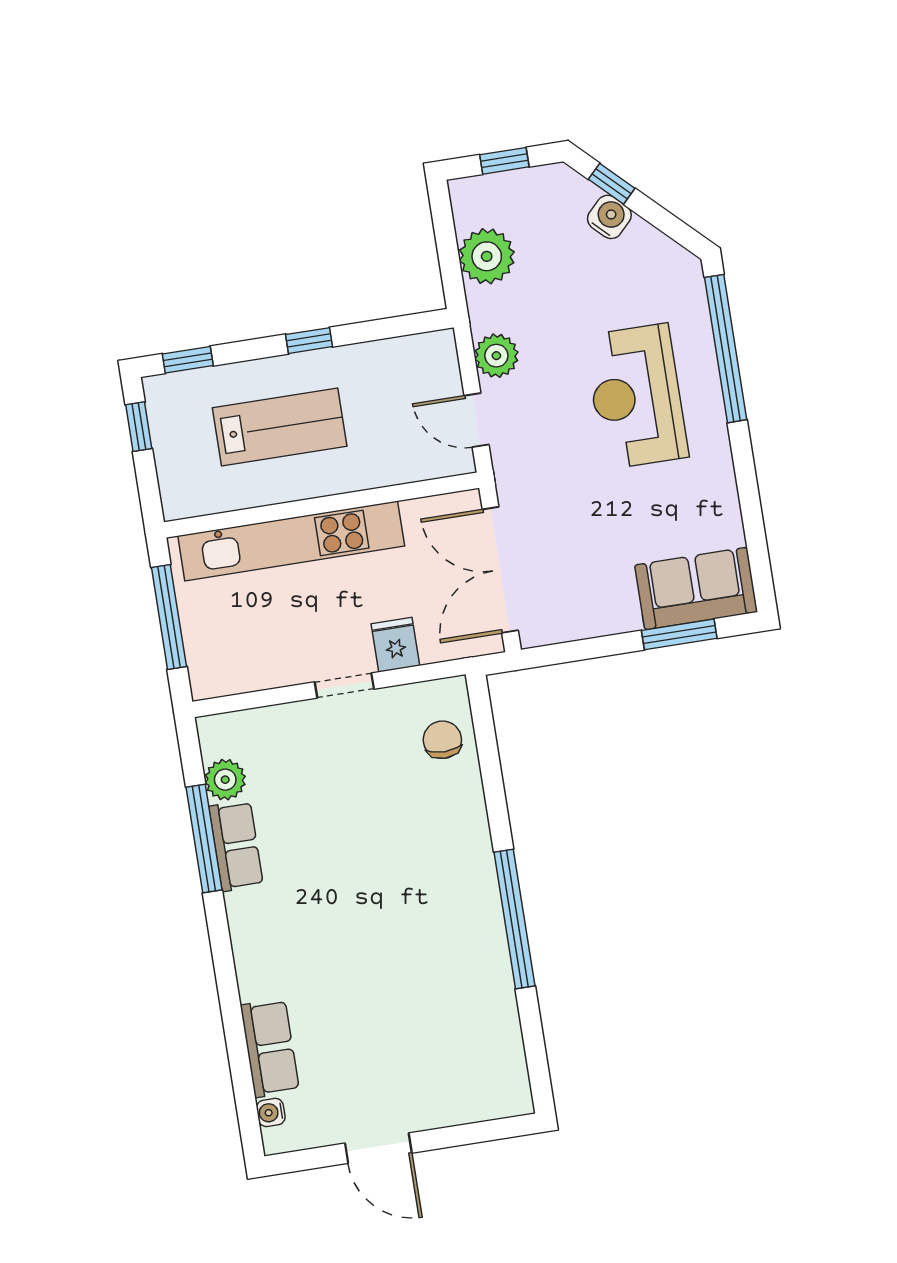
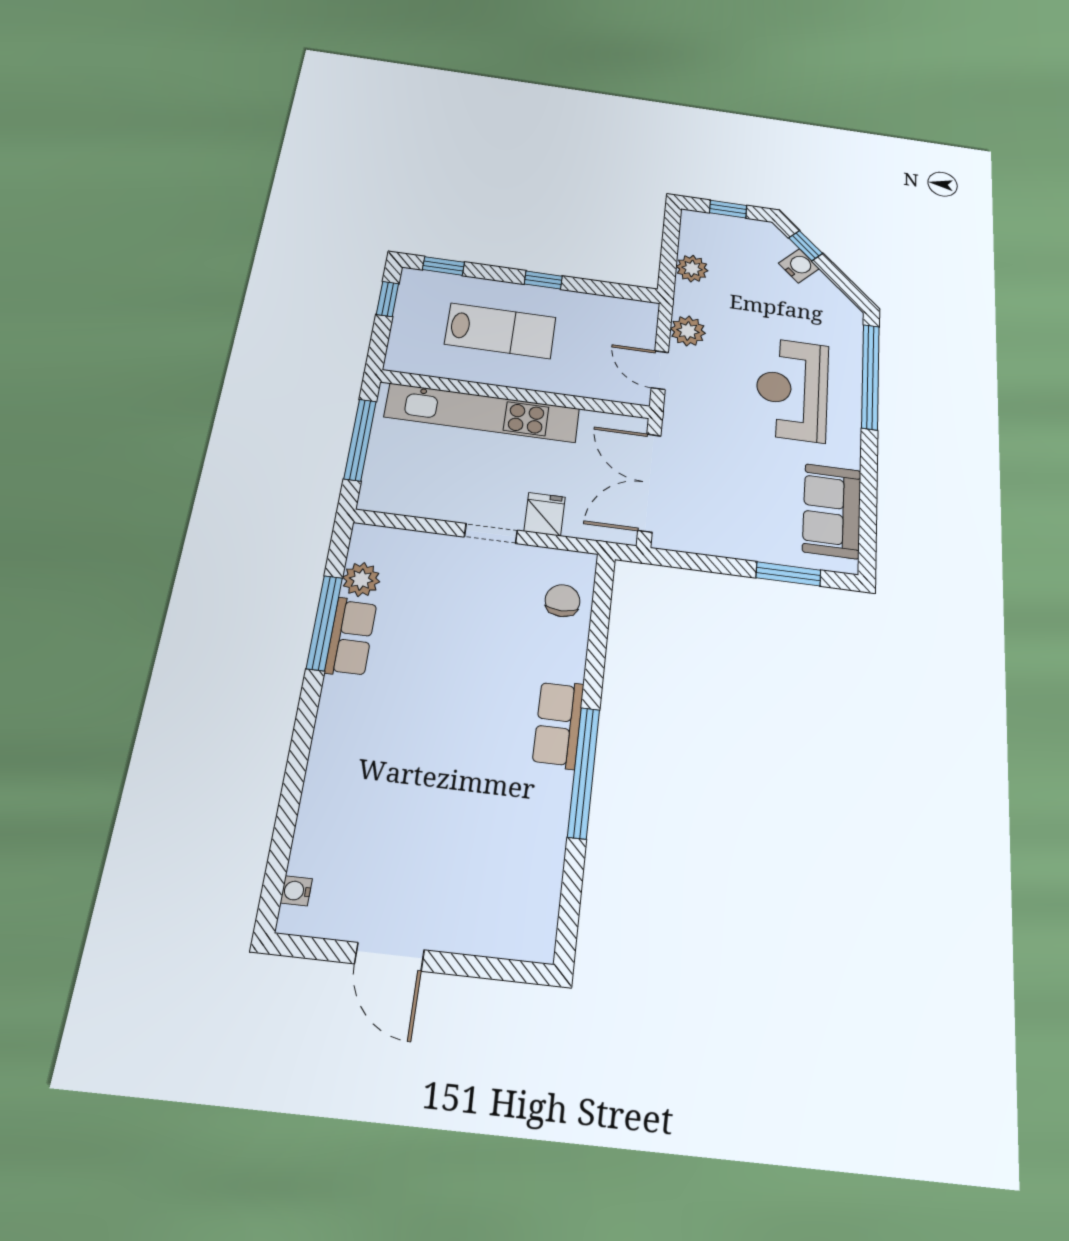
plant: (487, 256) -> (692, 269), width x0.73, depth x0.73
sofa: (696, 589) -> (832, 511), moved, turned -90
row of seats: (270, 1048) -> (558, 724), moved, turned 180

